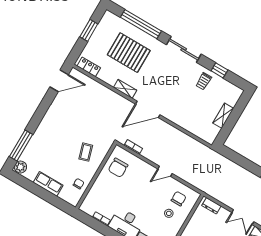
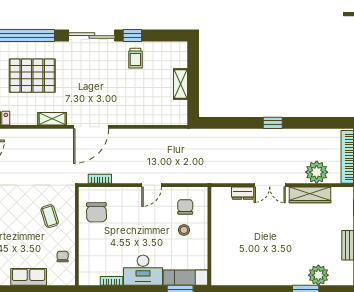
window: (219, 70) -> (132, 36), moved
dresser: (211, 206) -> (243, 193), moved

